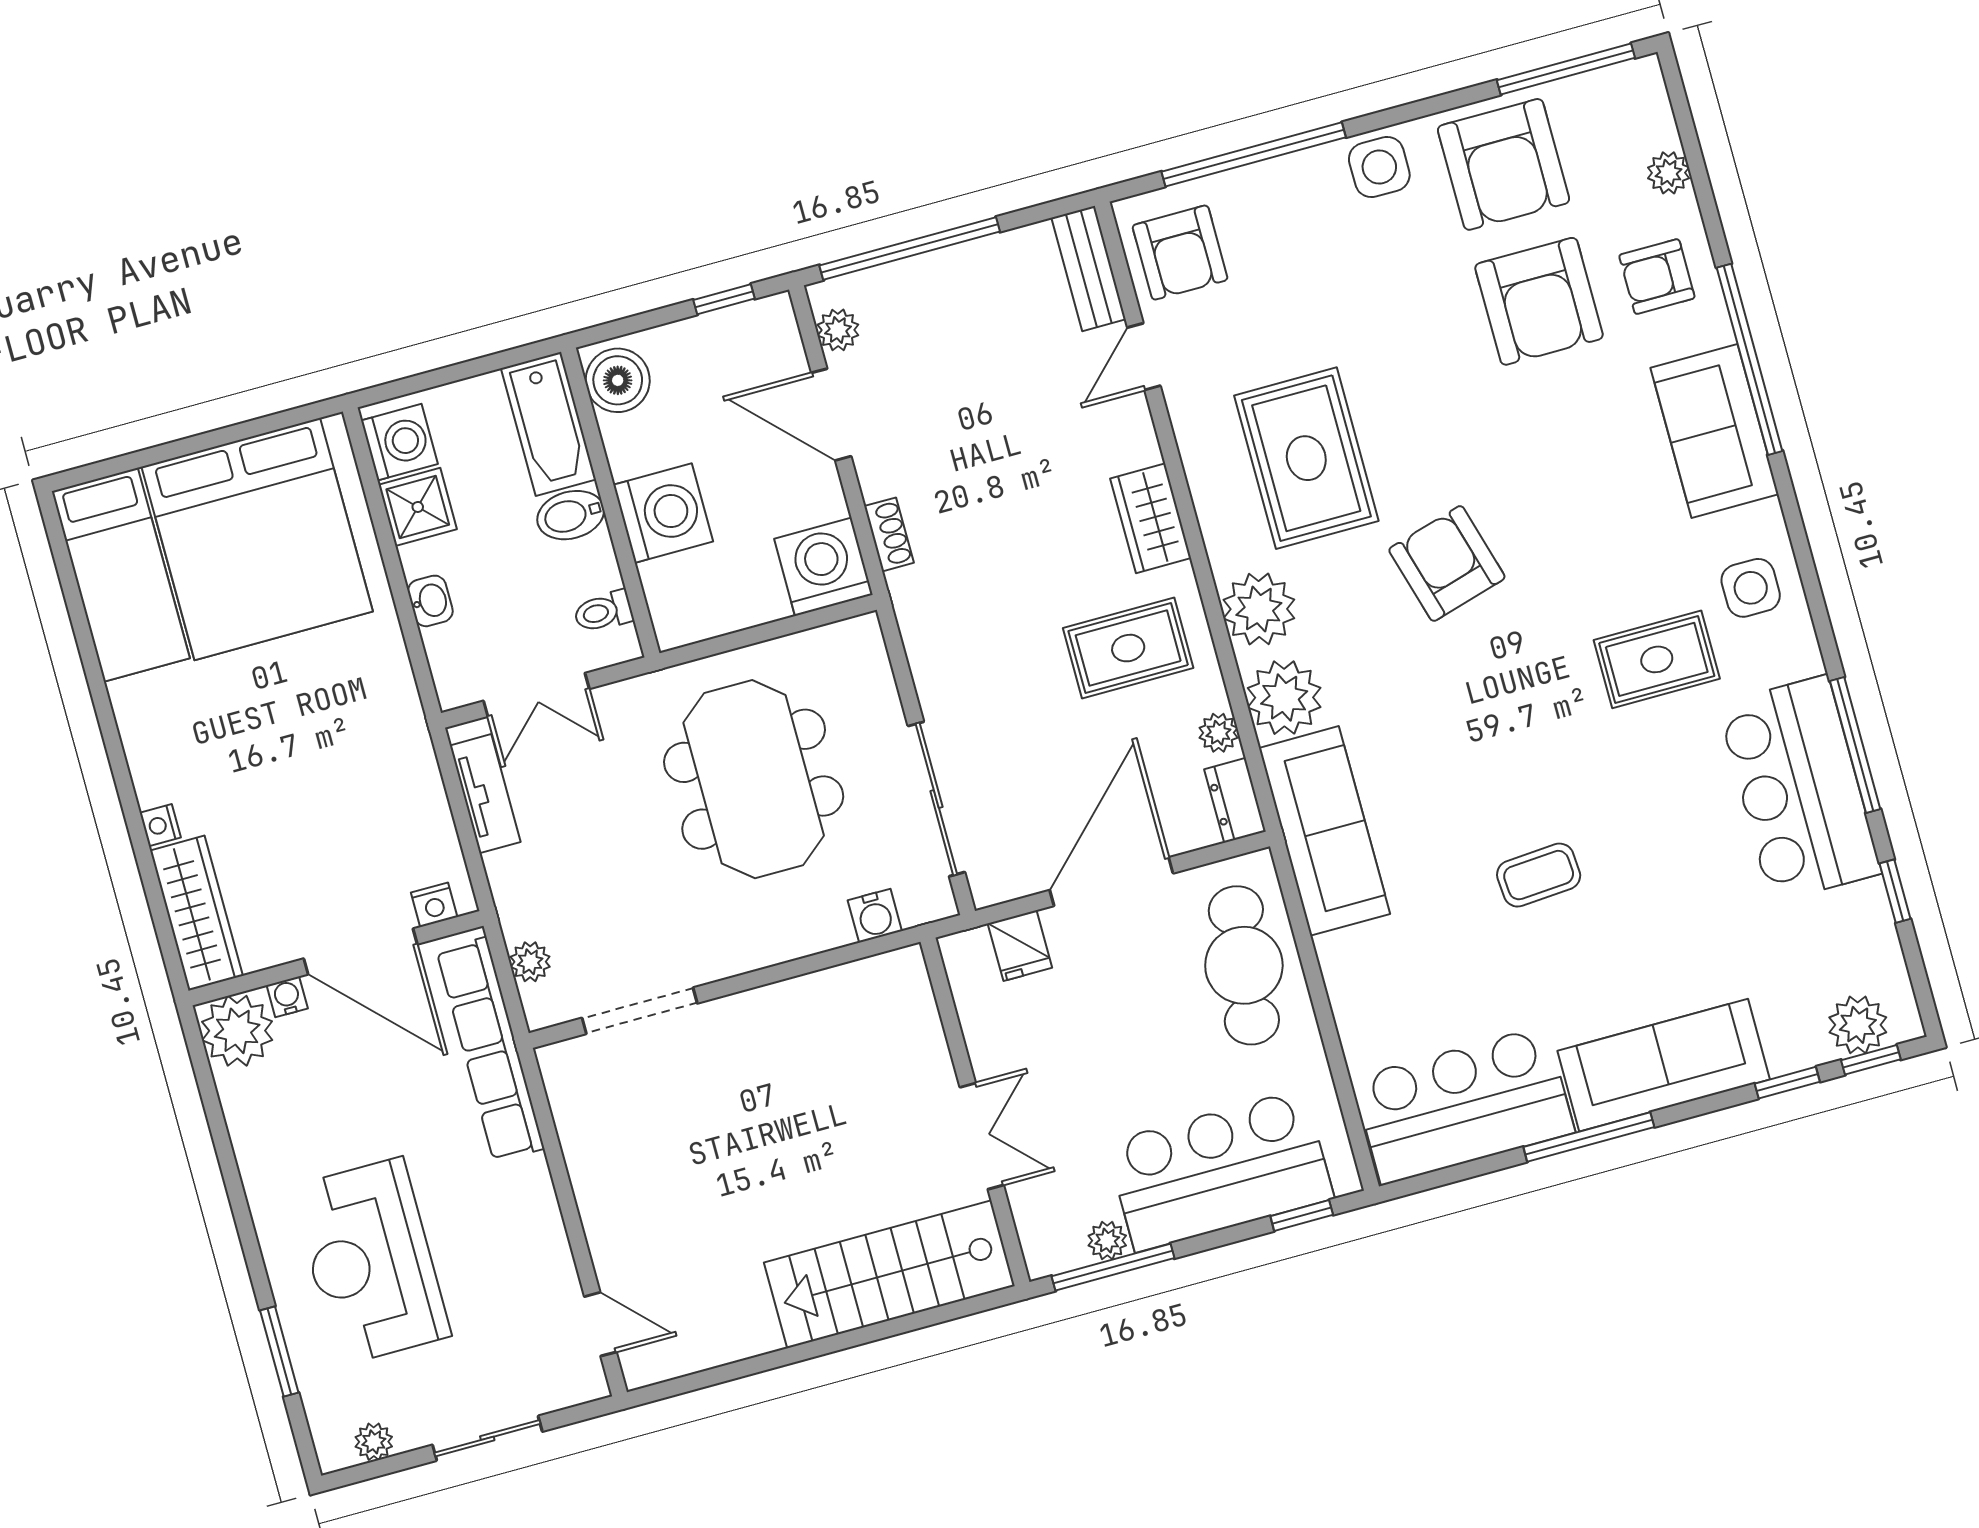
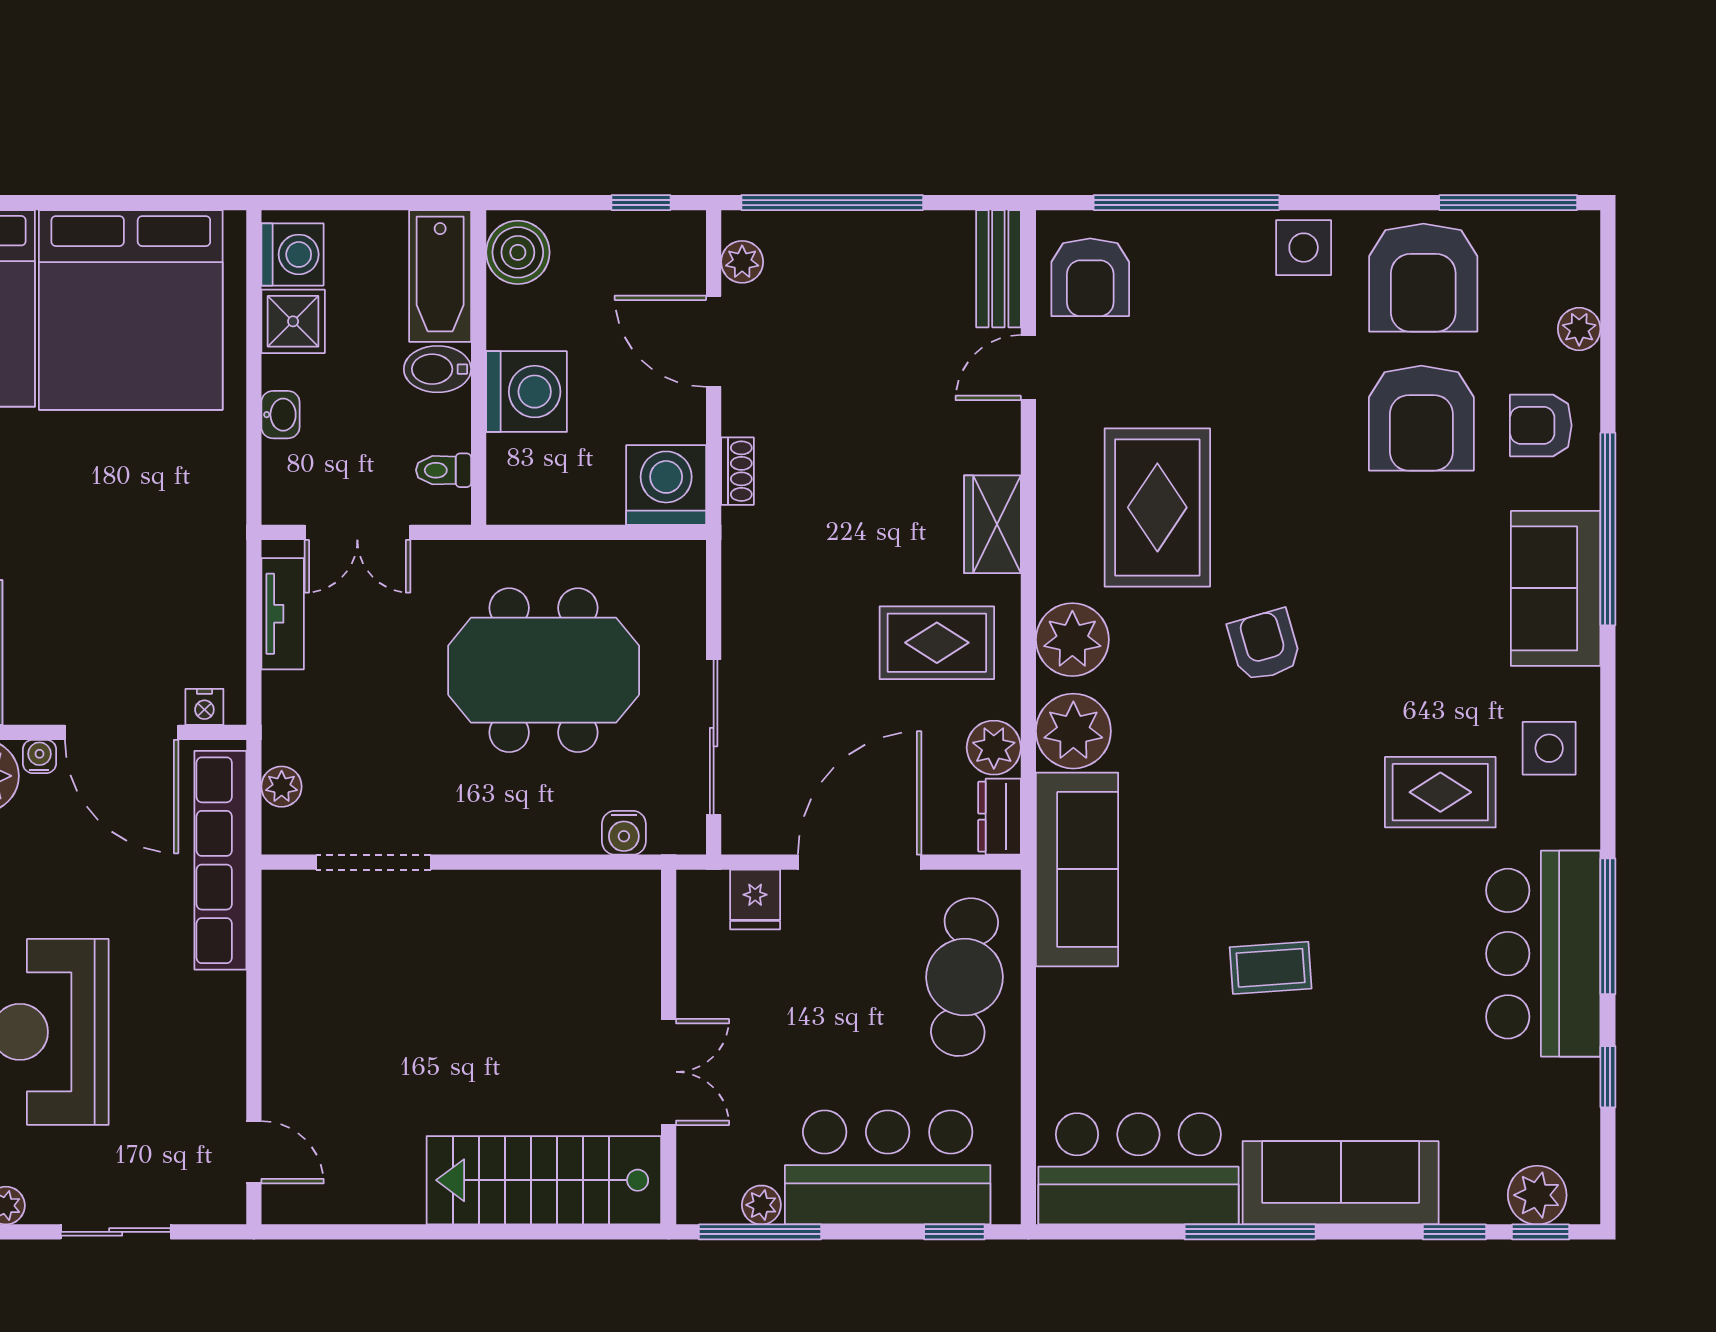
armchair: (1447, 563) -> (1264, 645), width x0.72, depth x0.72
plant: (1218, 733) -> (994, 748), width x1.38, depth x1.38
meeting table: (754, 779) -> (544, 670), turned 90

